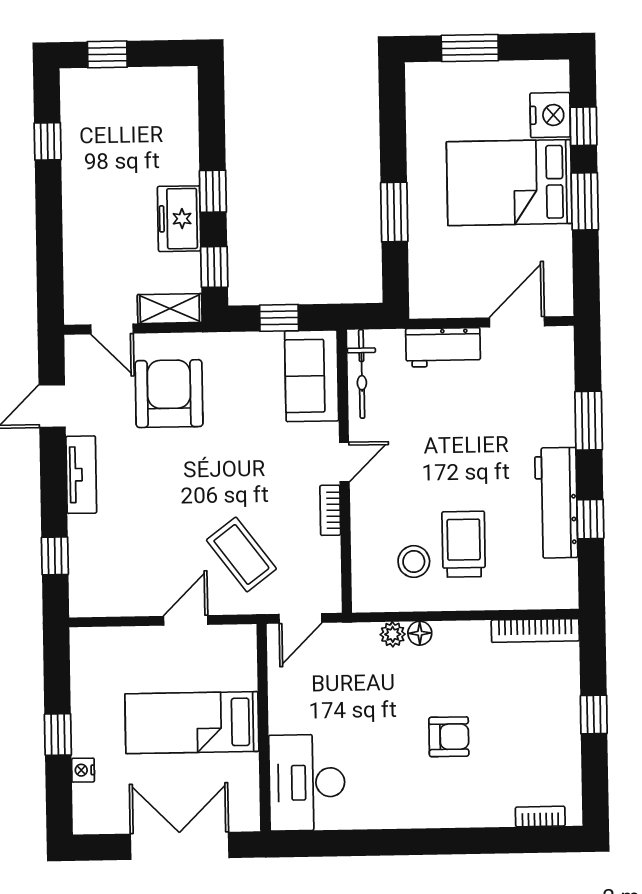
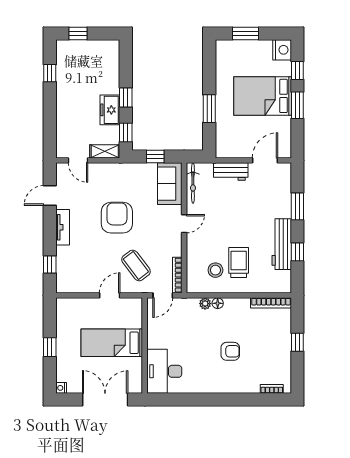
nightstand: (550, 115) -> (282, 50), moved
armchair: (169, 394) -> (117, 218), moved
bookcase: (330, 510) -> (177, 275), moved, width x1.56
nightstand: (83, 770) -> (61, 388), moved

